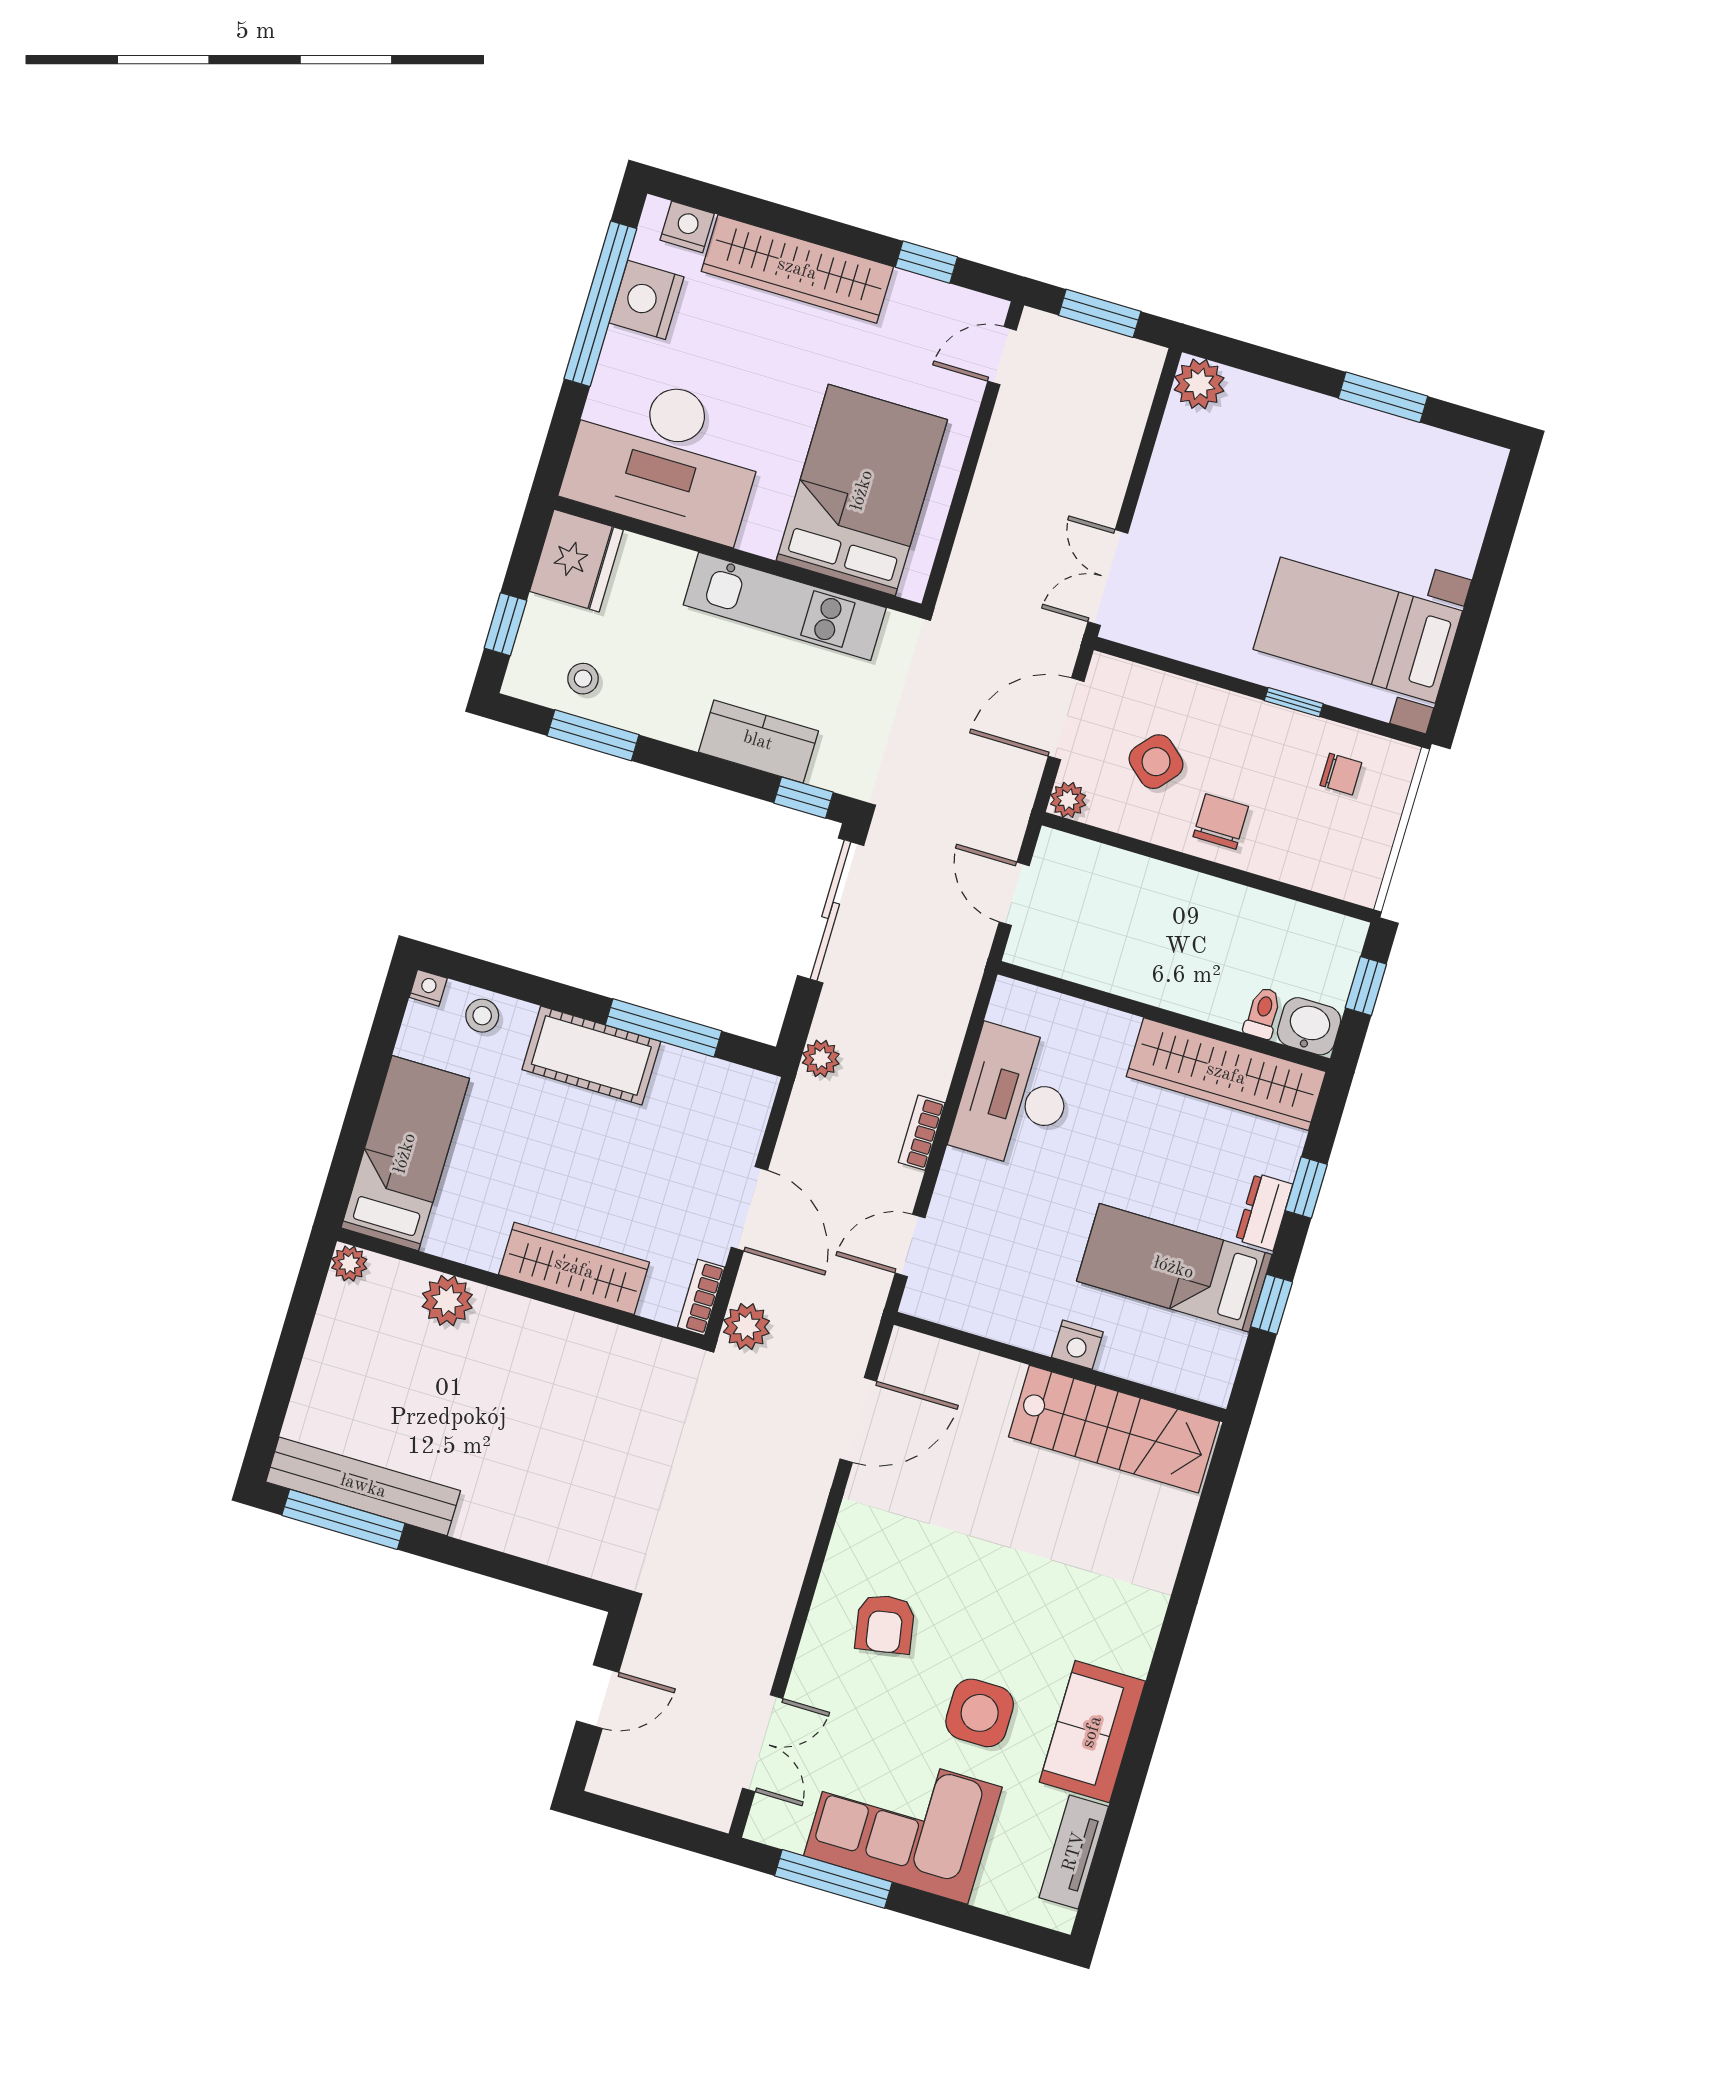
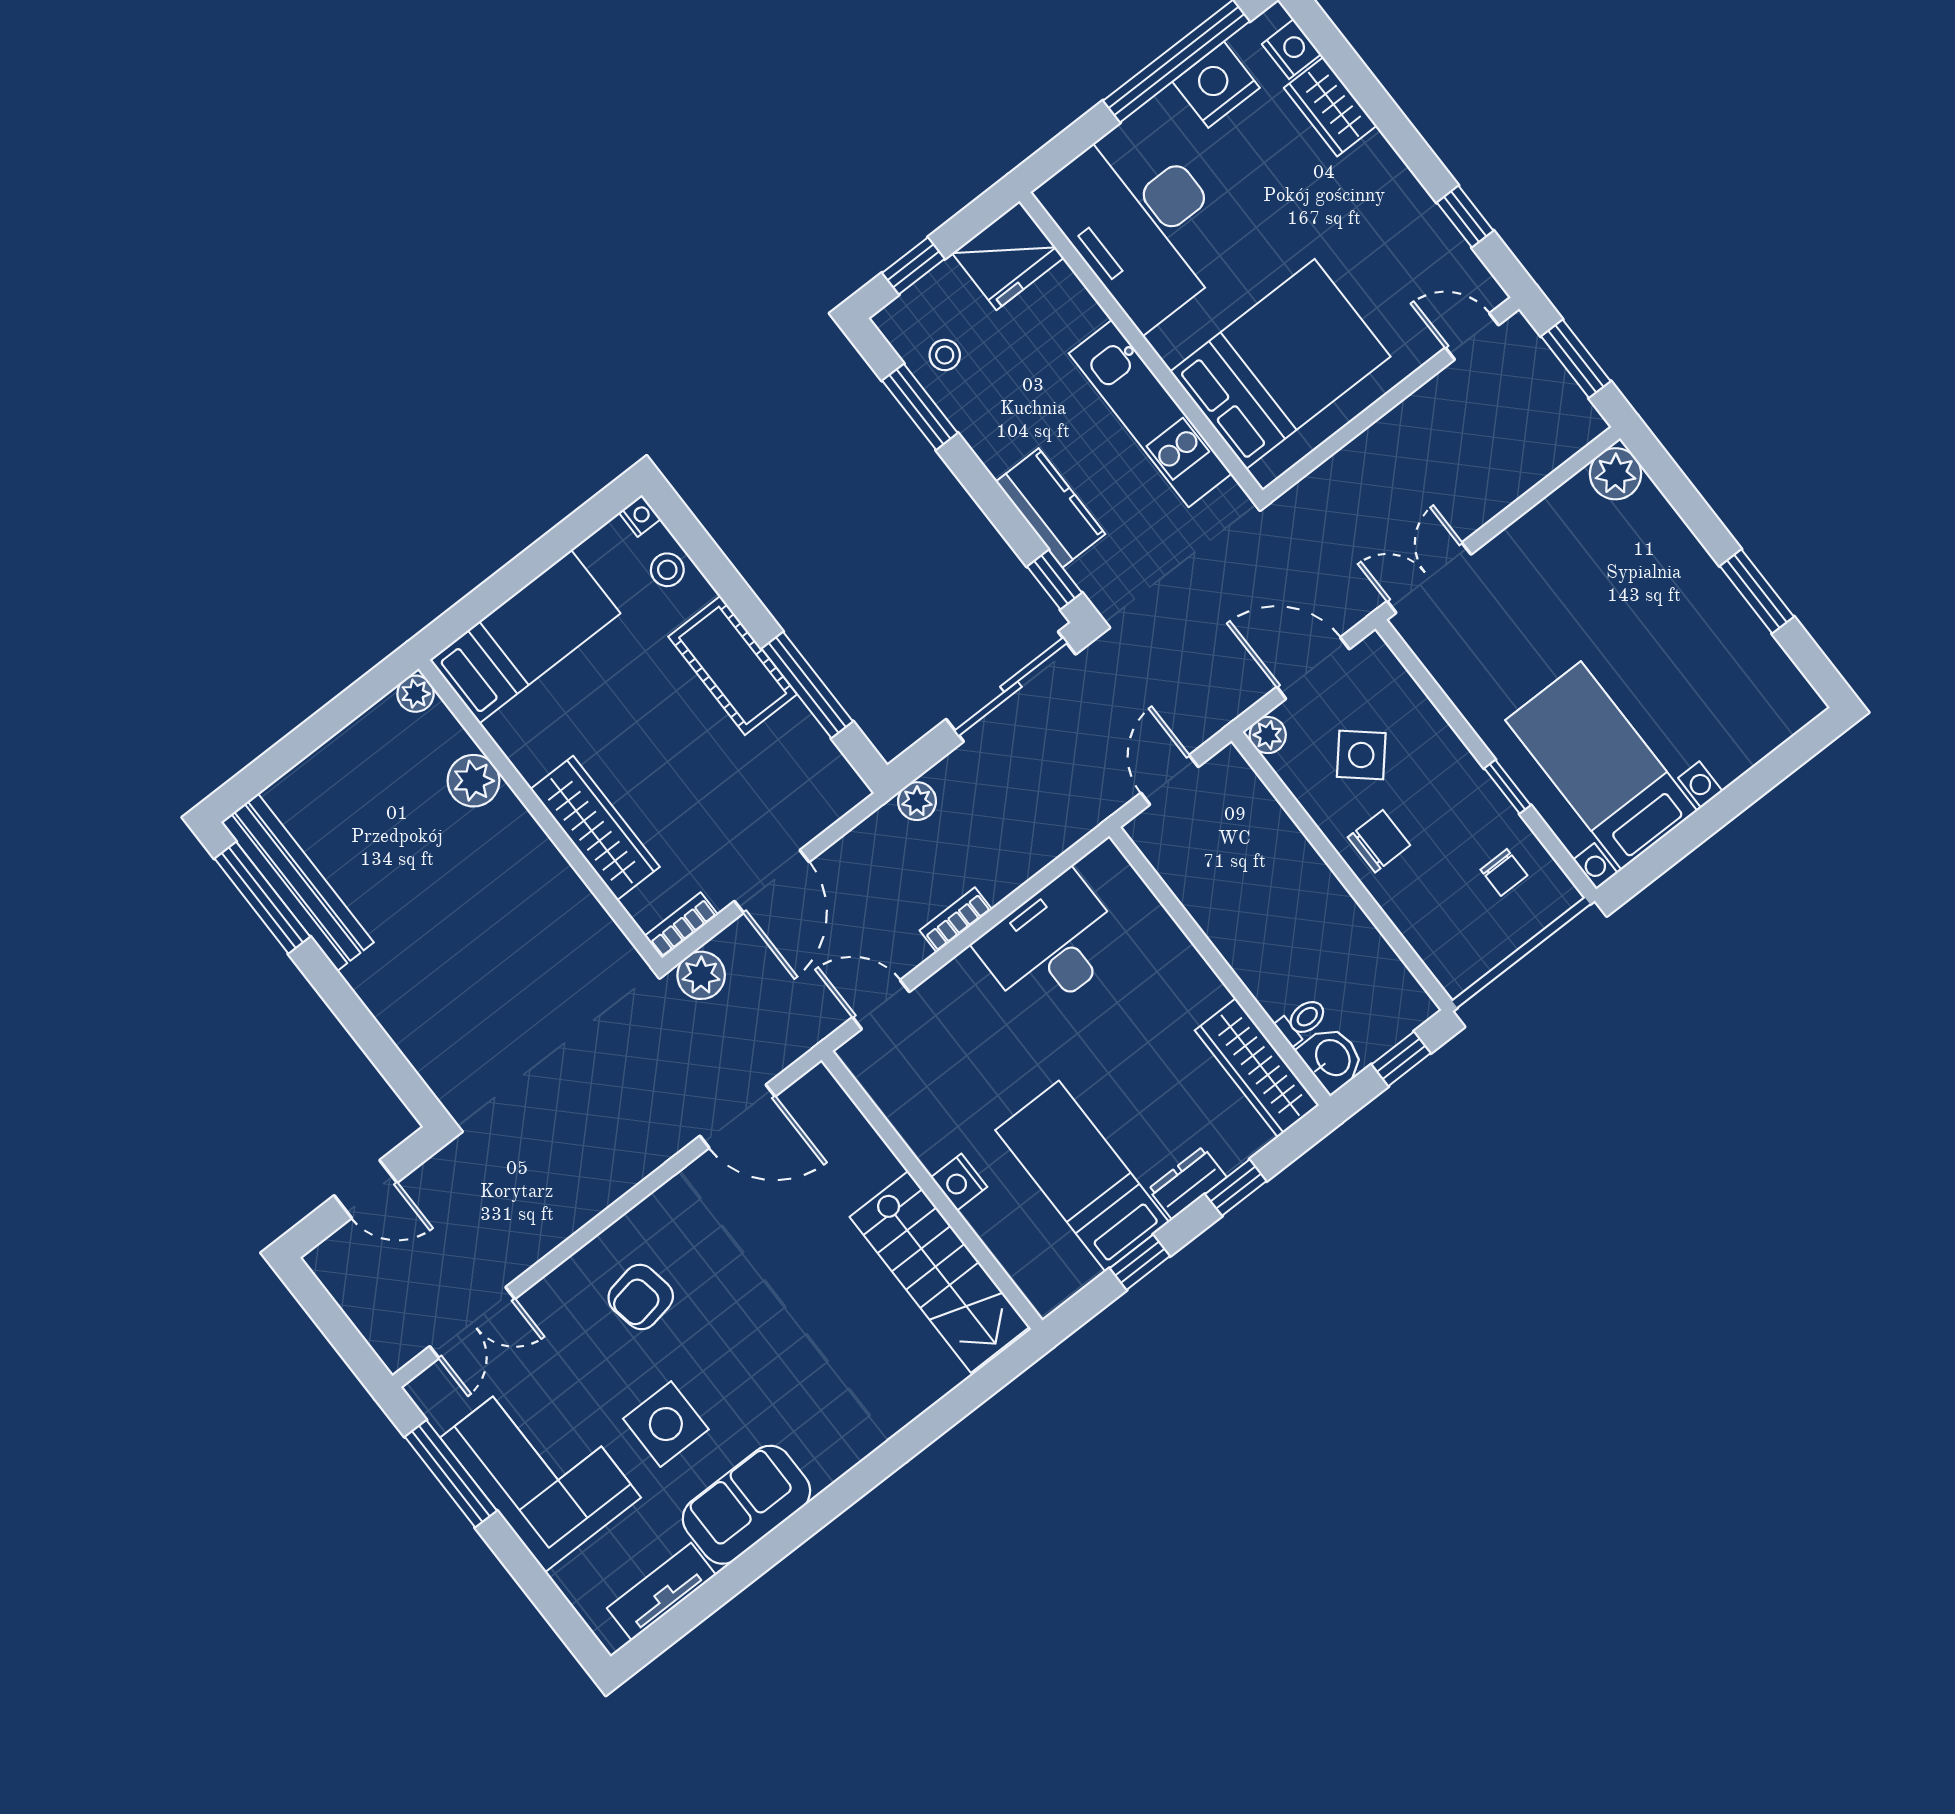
wardrobe: (797, 269) -> (1330, 107), width x0.48, depth x0.85
wardrobe: (1226, 1074) -> (1257, 1068), width x0.71, depth x0.85

